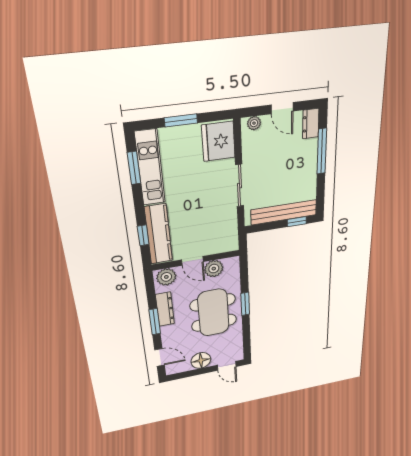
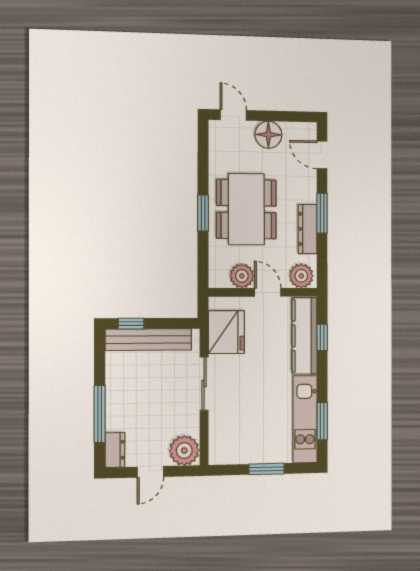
door: (282, 108) -> (150, 472), swing flipped
plant: (254, 123) -> (184, 450), width x1.87, depth x1.87
fridge: (218, 141) -> (226, 332), moved

